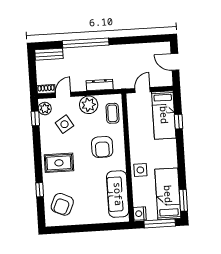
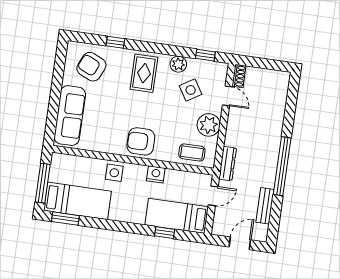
window: (86, 43) -> (282, 166), moved
bench: (49, 54) -> (265, 206), moved
dresser: (100, 85) -> (228, 164), moved
door: (142, 90) -> (213, 196), hinge flipped
plant: (45, 109) -> (178, 64), moved
armchair: (102, 147) -> (141, 141), moved
sofa: (118, 194) -> (70, 116), moved, turned 90
nightstand: (140, 214) -> (156, 174), moved

